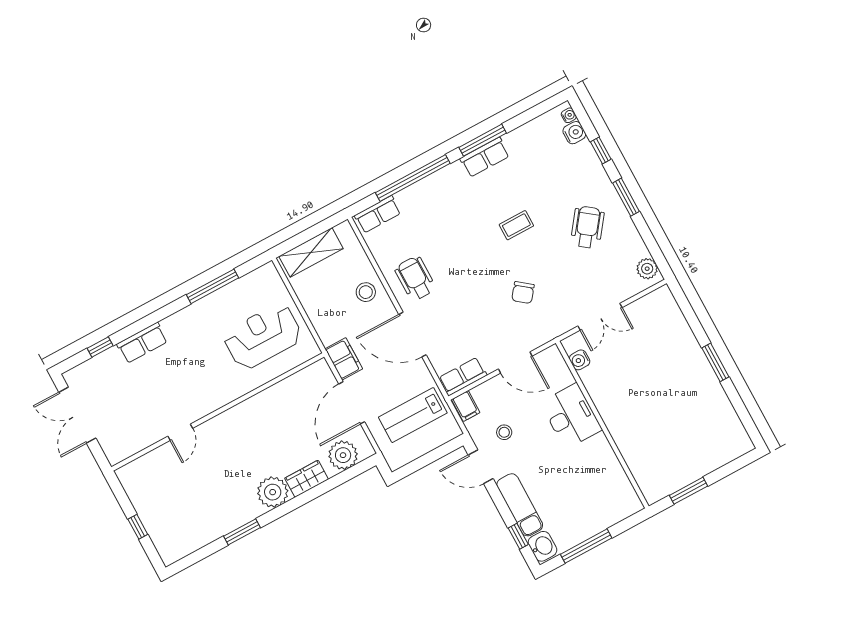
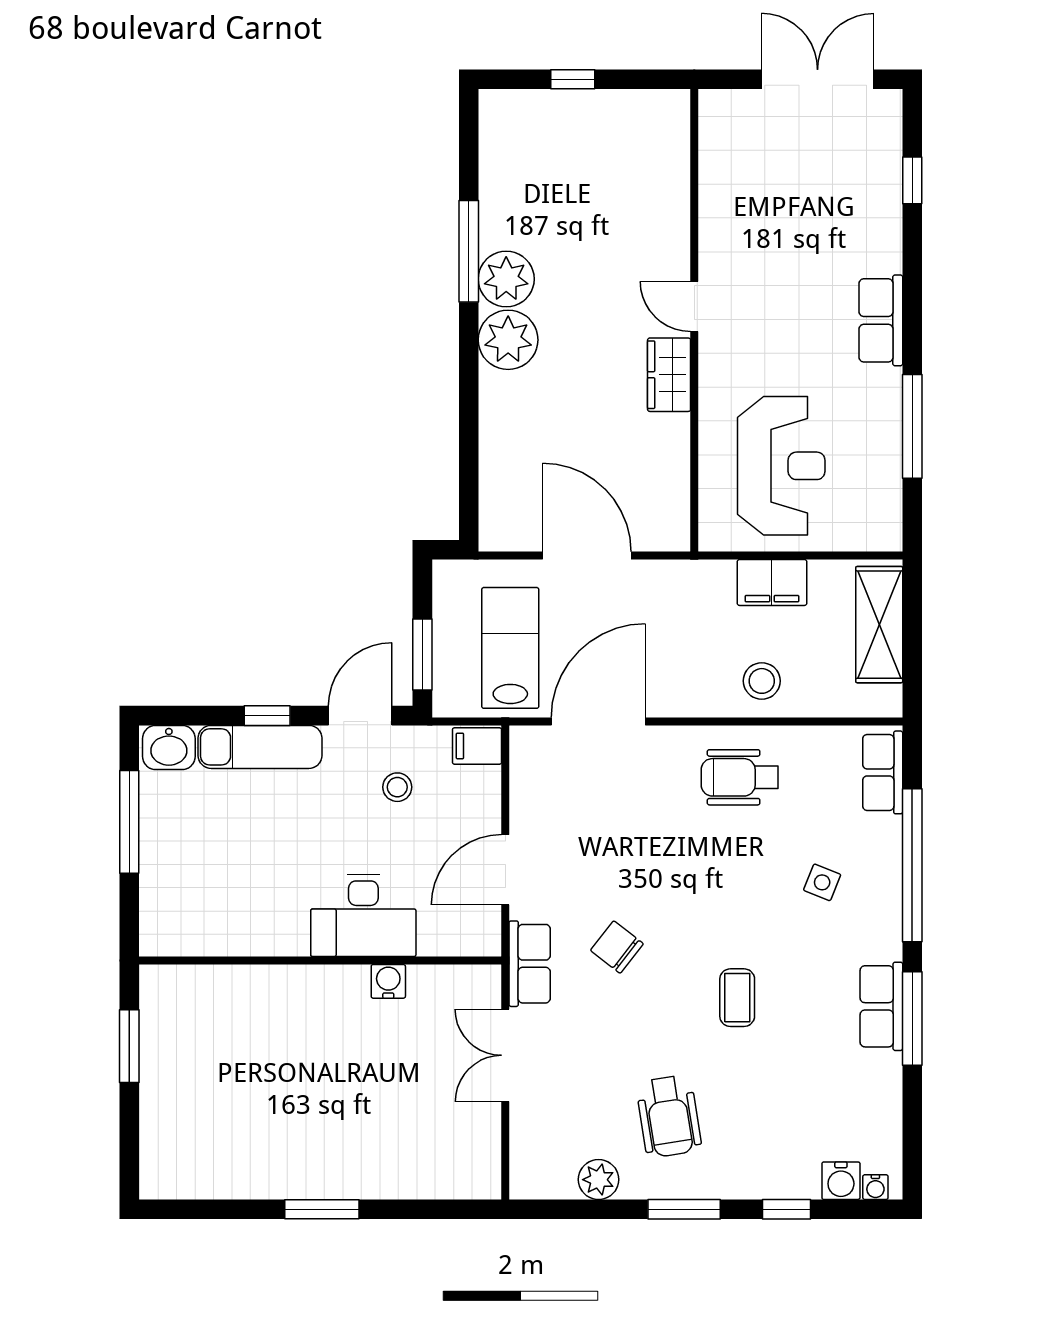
side table: (443, 215) -> (822, 882), added
wheelchair: (587, 227) -> (669, 1116), turned 44
plant: (647, 269) -> (599, 1180), moved
wheelchair: (415, 278) -> (740, 777), turned 180
door: (413, 335) -> (598, 721), moved
row of seats: (142, 343) -> (881, 320), moved
filing cabinet: (344, 359) -> (772, 582), moved
water cooler: (580, 360) -> (388, 981), moved
row of seats: (463, 377) -> (530, 964), moved
door: (180, 432) -> (694, 307), moved
window: (437, 454) -> (422, 654), added
plant: (343, 455) -> (506, 279), moved
wardrobe: (307, 479) -> (669, 375), moved, turned 180
window: (242, 532) -> (469, 251), width x1.44
window: (518, 536) -> (267, 716), moved

